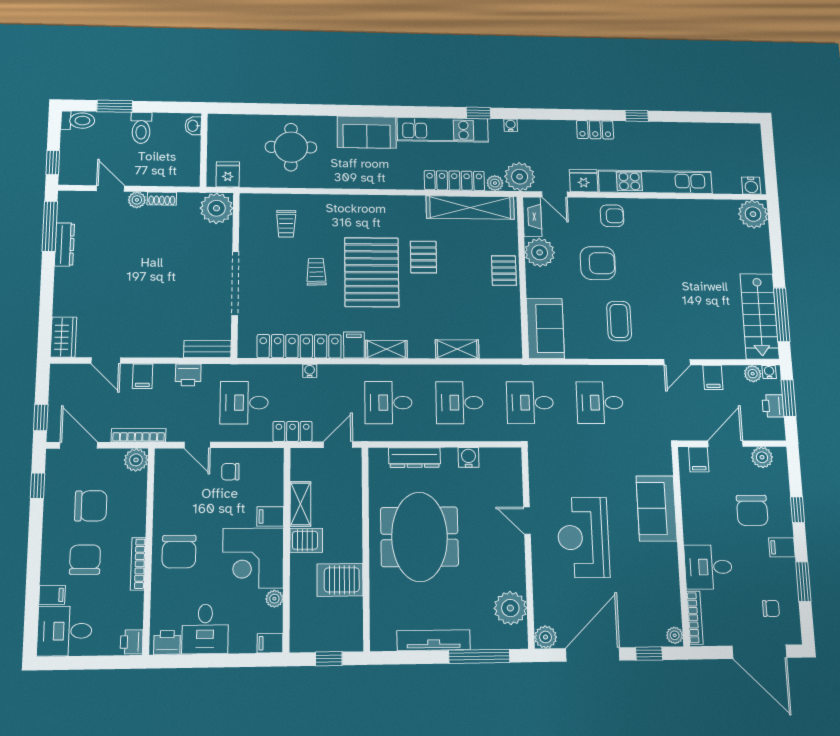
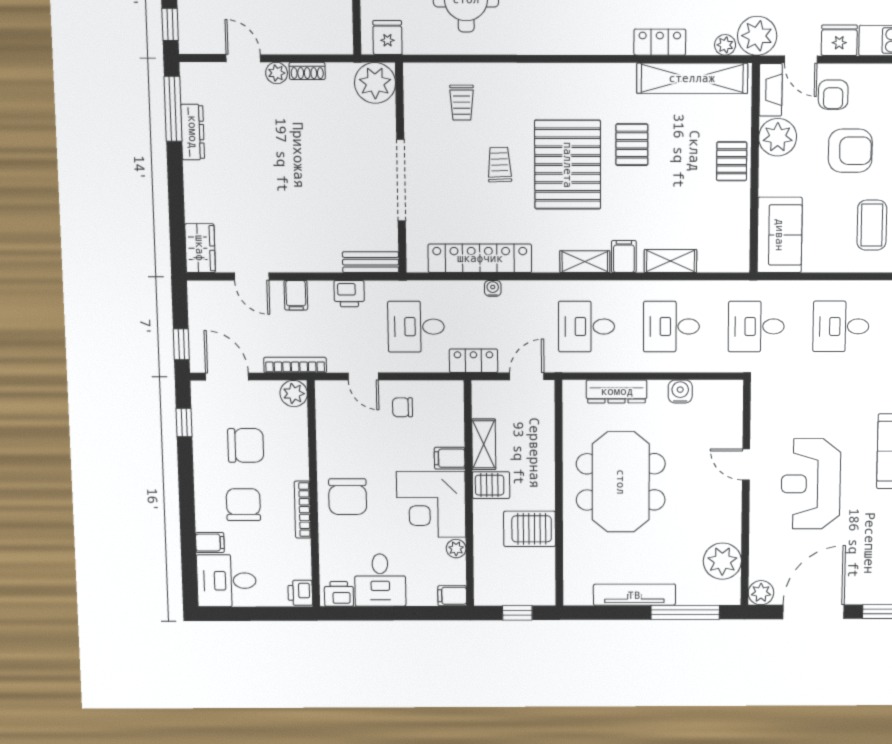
locker: (454, 181) -> (660, 42), width x0.66
armchair: (612, 216) -> (833, 95), moved, turned 90
filing cabinet: (354, 345) -> (624, 257), moved

